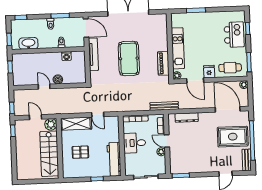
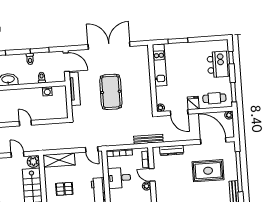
kitchen unit: (178, 48) -> (160, 65), moved
piano: (163, 63) -> (146, 96), removed
boiler: (58, 79) -> (39, 115), removed
door: (98, 115) -> (92, 149), moved
rug: (233, 137) -> (208, 171), moved

